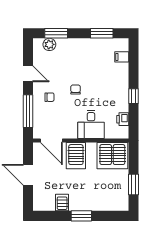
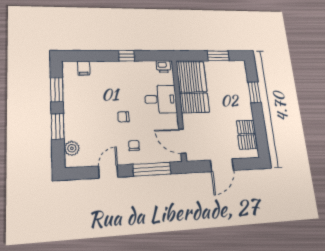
window: (56, 33) -> (58, 126), moved
printer: (123, 119) -> (163, 67), moved
door: (51, 141) -> (182, 141), swing flipped
server rack: (76, 156) -> (194, 103), moved
server rack: (48, 202) -> (248, 142), added
window: (81, 216) -> (254, 92), moved

